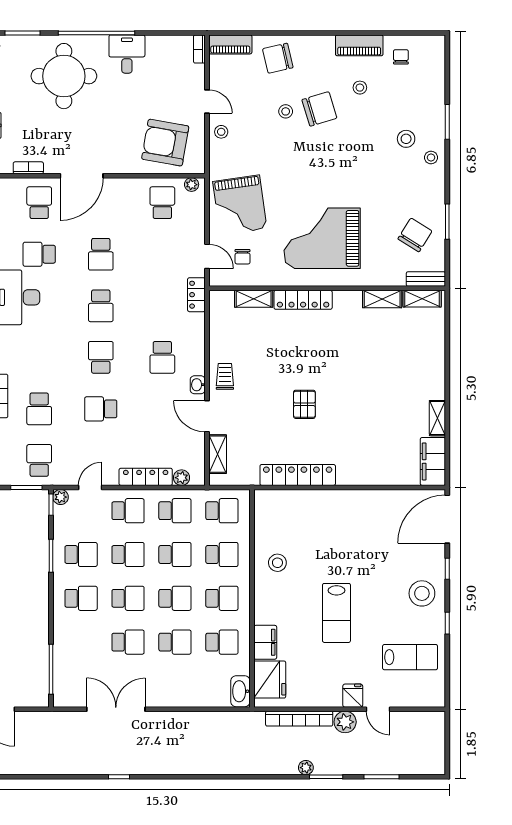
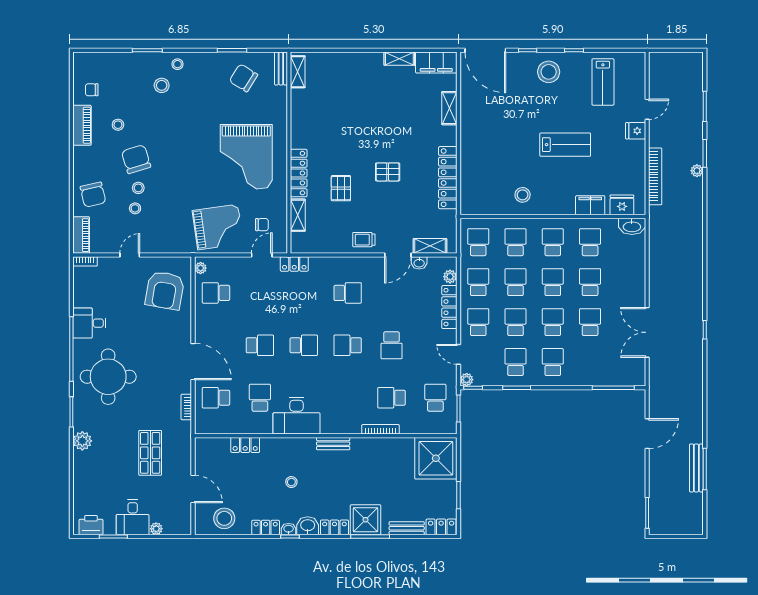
stool: (221, 132) -> (135, 208), moved
school desk: (39, 254) -> (260, 398), turned 180
shelving: (382, 299) -> (449, 108), moved
pallet: (285, 349) -> (341, 188), added
washbasin: (198, 385) -> (419, 263), moved
school desk: (39, 409) -> (392, 398), turned 180
school desk: (39, 460) -> (435, 398), turned 90
lab bench: (410, 657) -> (603, 82), turned 180
fridge: (270, 680) -> (622, 205), width x0.73, depth x0.75
plant: (345, 722) -> (658, 137), removed

